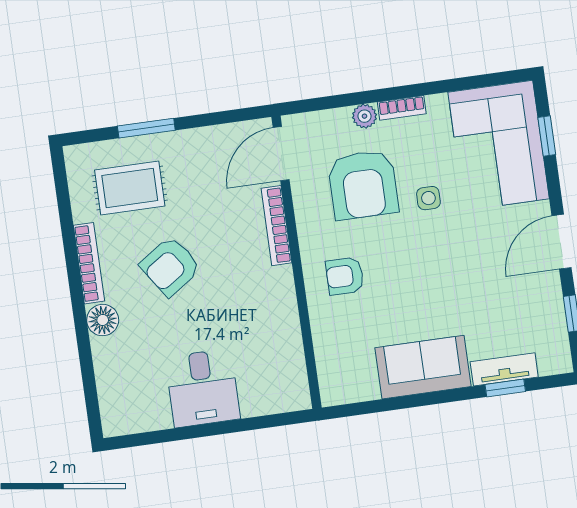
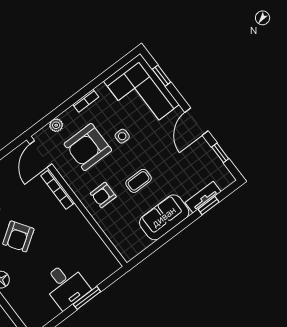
plant: (364, 116) -> (56, 125), moved
armchair: (363, 185) -> (88, 147), turned 90
coffee table: (415, 285) -> (139, 181), added
window: (226, 427) -> (87, 298), added

